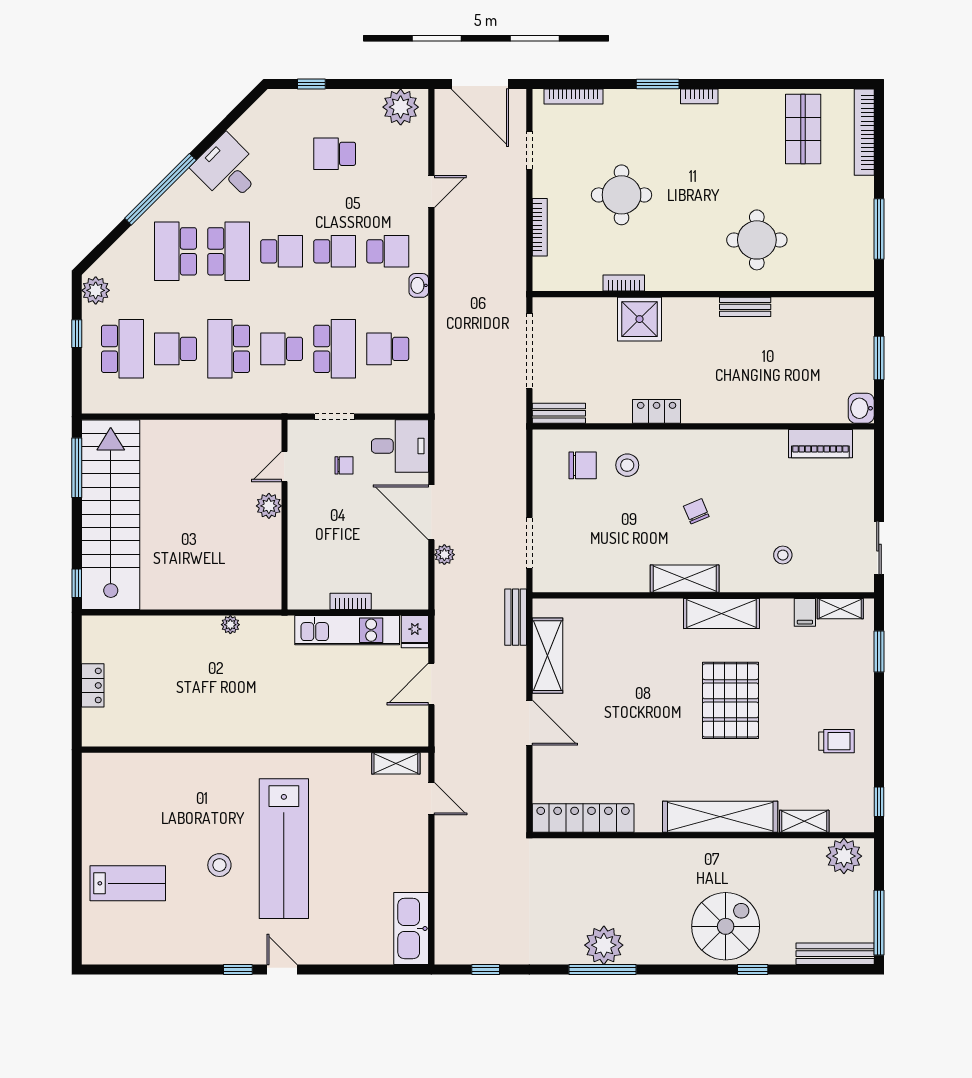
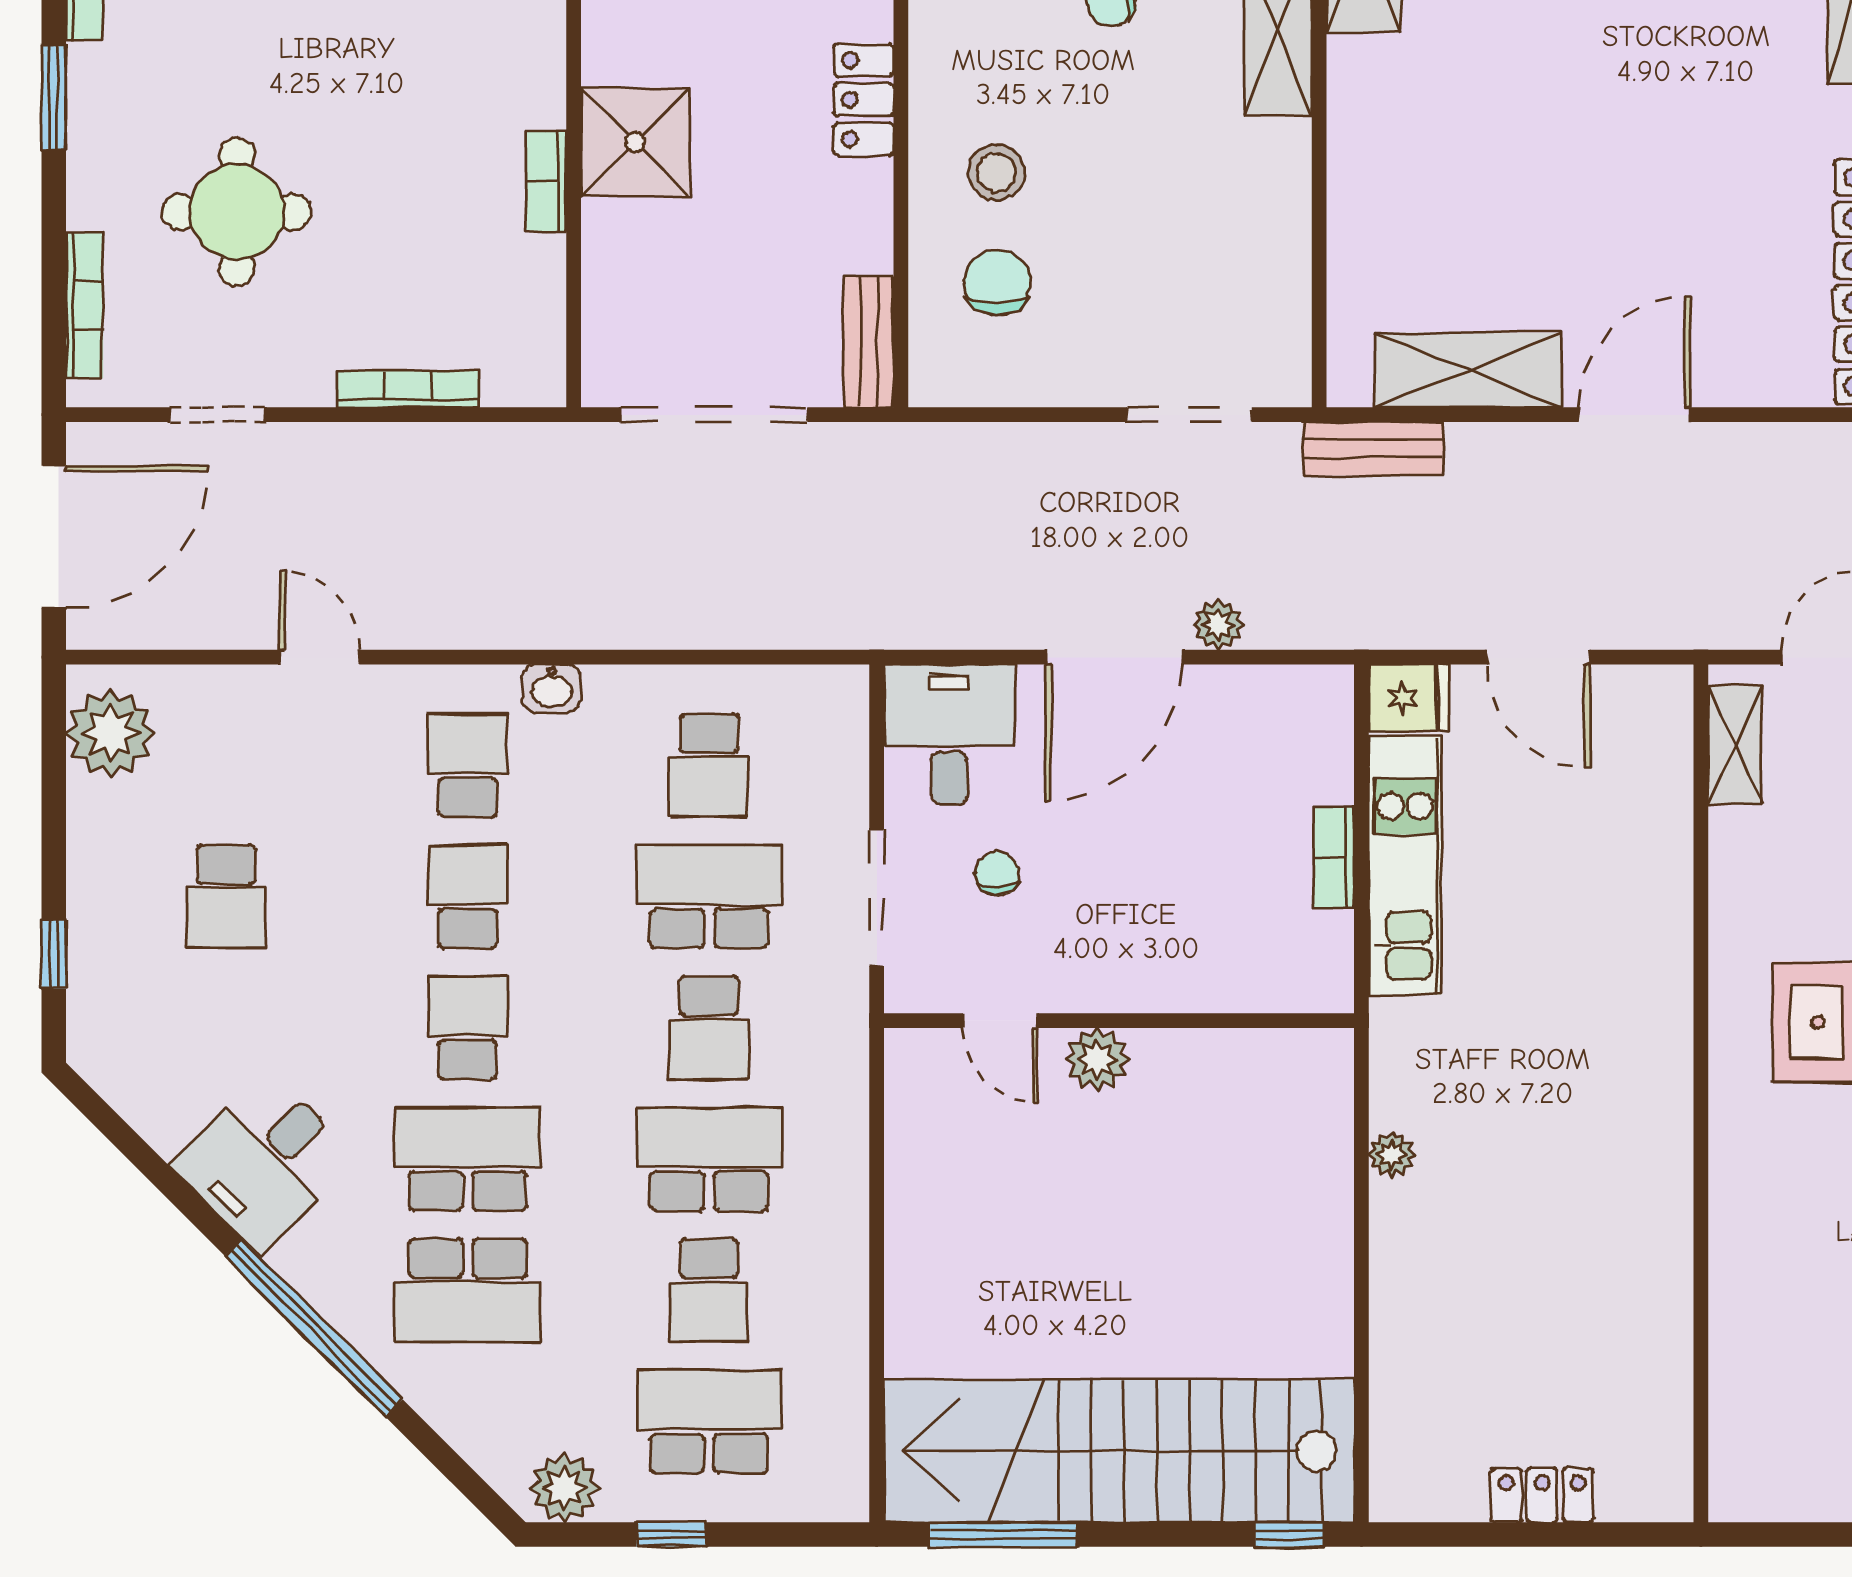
round table: (622, 195) -> (237, 212), moved
school desk: (229, 349) -> (709, 1159), turned 180
doorway: (334, 417) -> (877, 898), width x1.38

